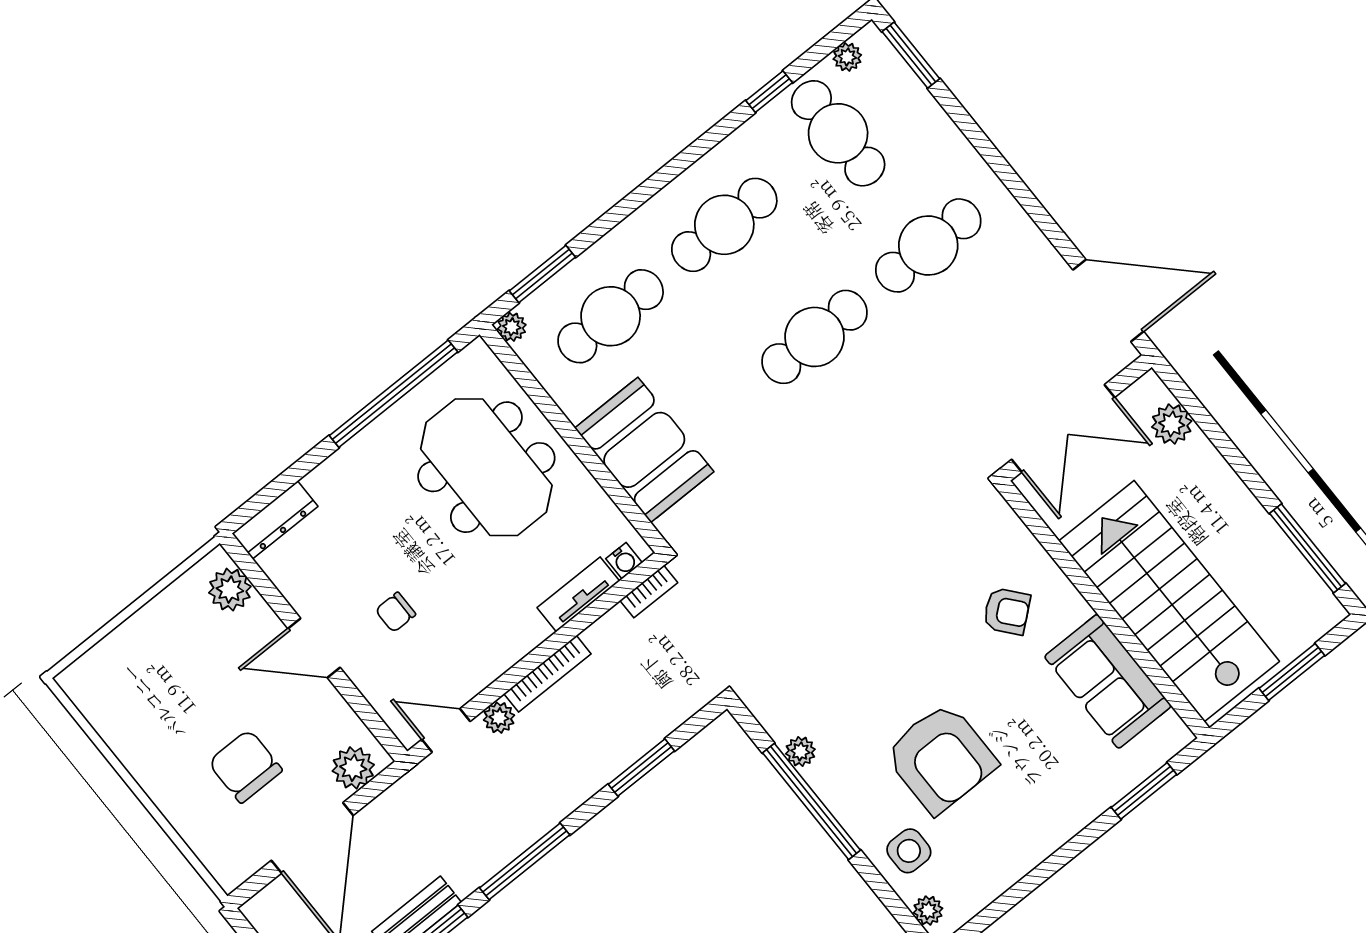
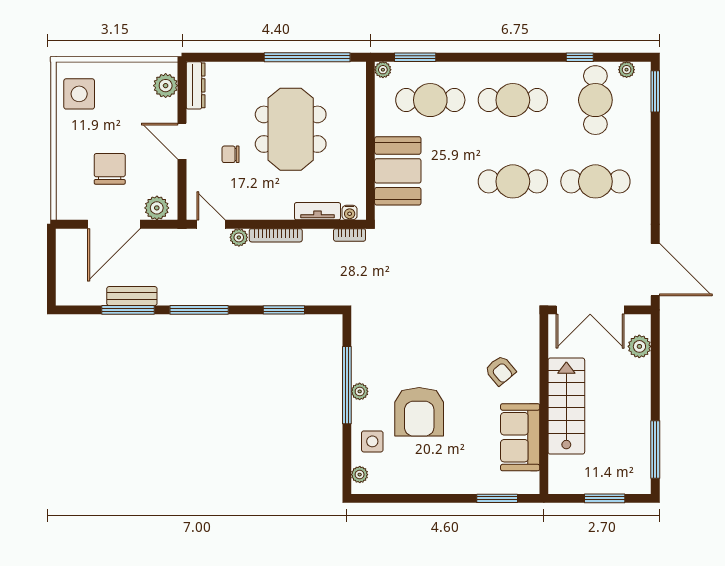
meeting table: (486, 467) -> (291, 129), moved
dresser: (275, 520) -> (196, 85), moved, turned -90
stairs: (1169, 601) -> (566, 406), width x0.73, depth x0.66
side table: (120, 697) -> (79, 94), added
plant: (800, 751) -> (360, 391), moved

